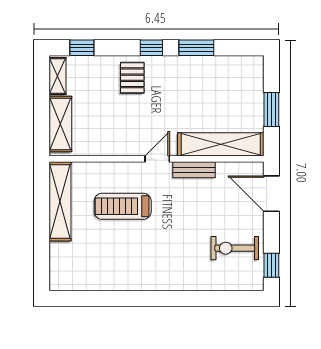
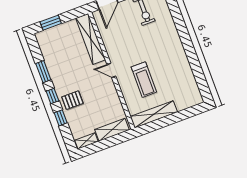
window: (82, 48) -> (61, 118), moved
window: (271, 110) -> (51, 23), moved
bench: (194, 170) -> (110, 48), removed

